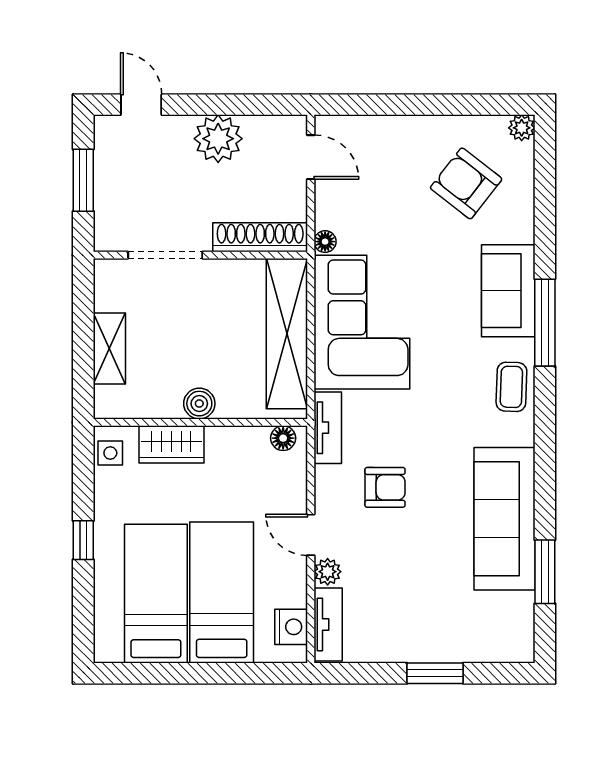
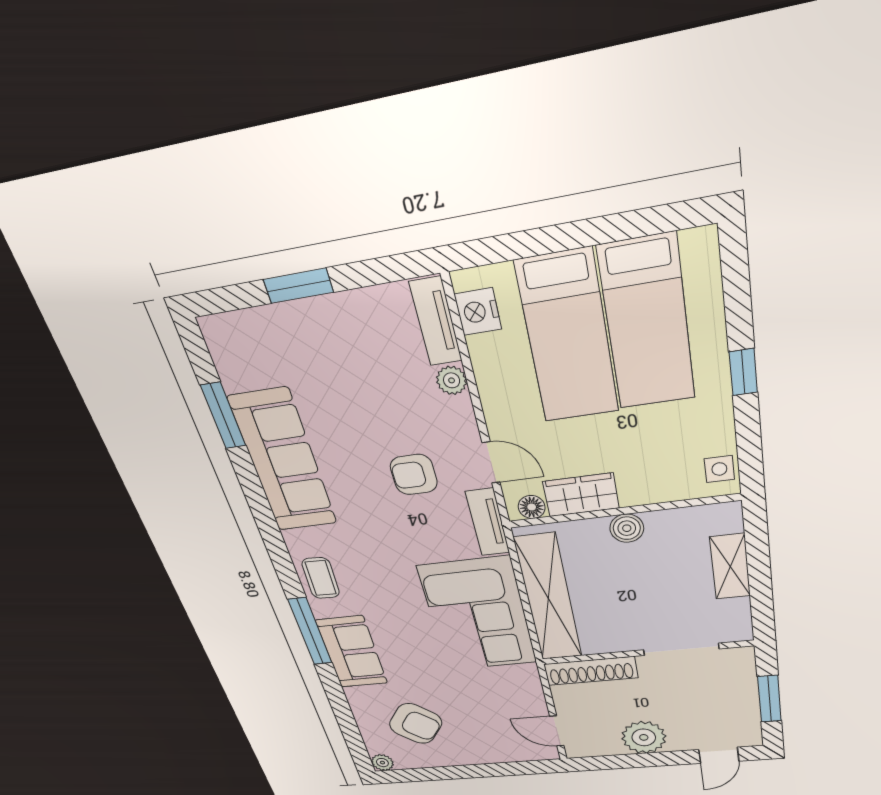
door: (141, 105) -> (719, 755), hinge flipped
floor lamp: (325, 242) -> (529, 673), removed
wardrobe: (171, 444) -> (581, 495), moved
door: (311, 535) -> (491, 462), moved

